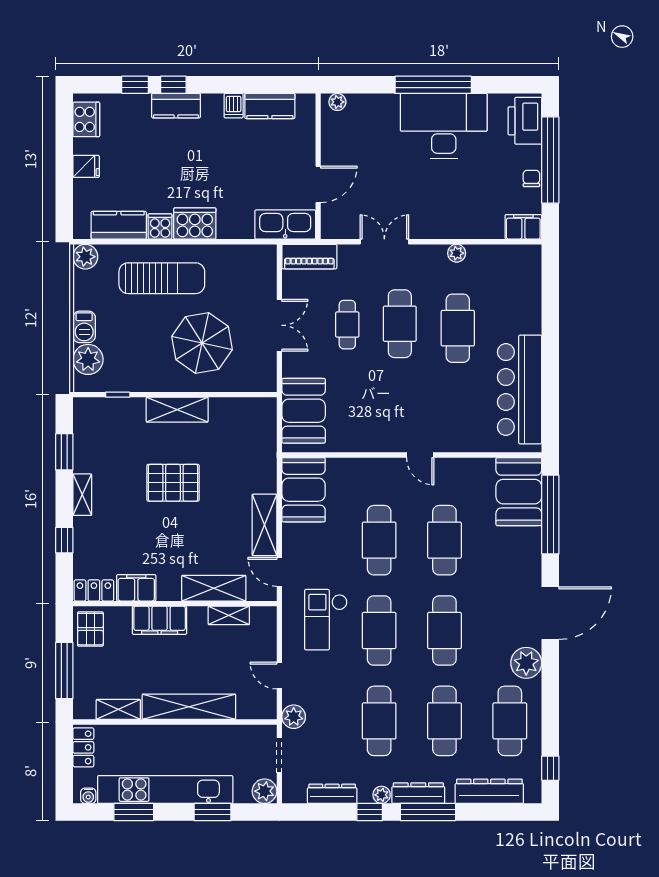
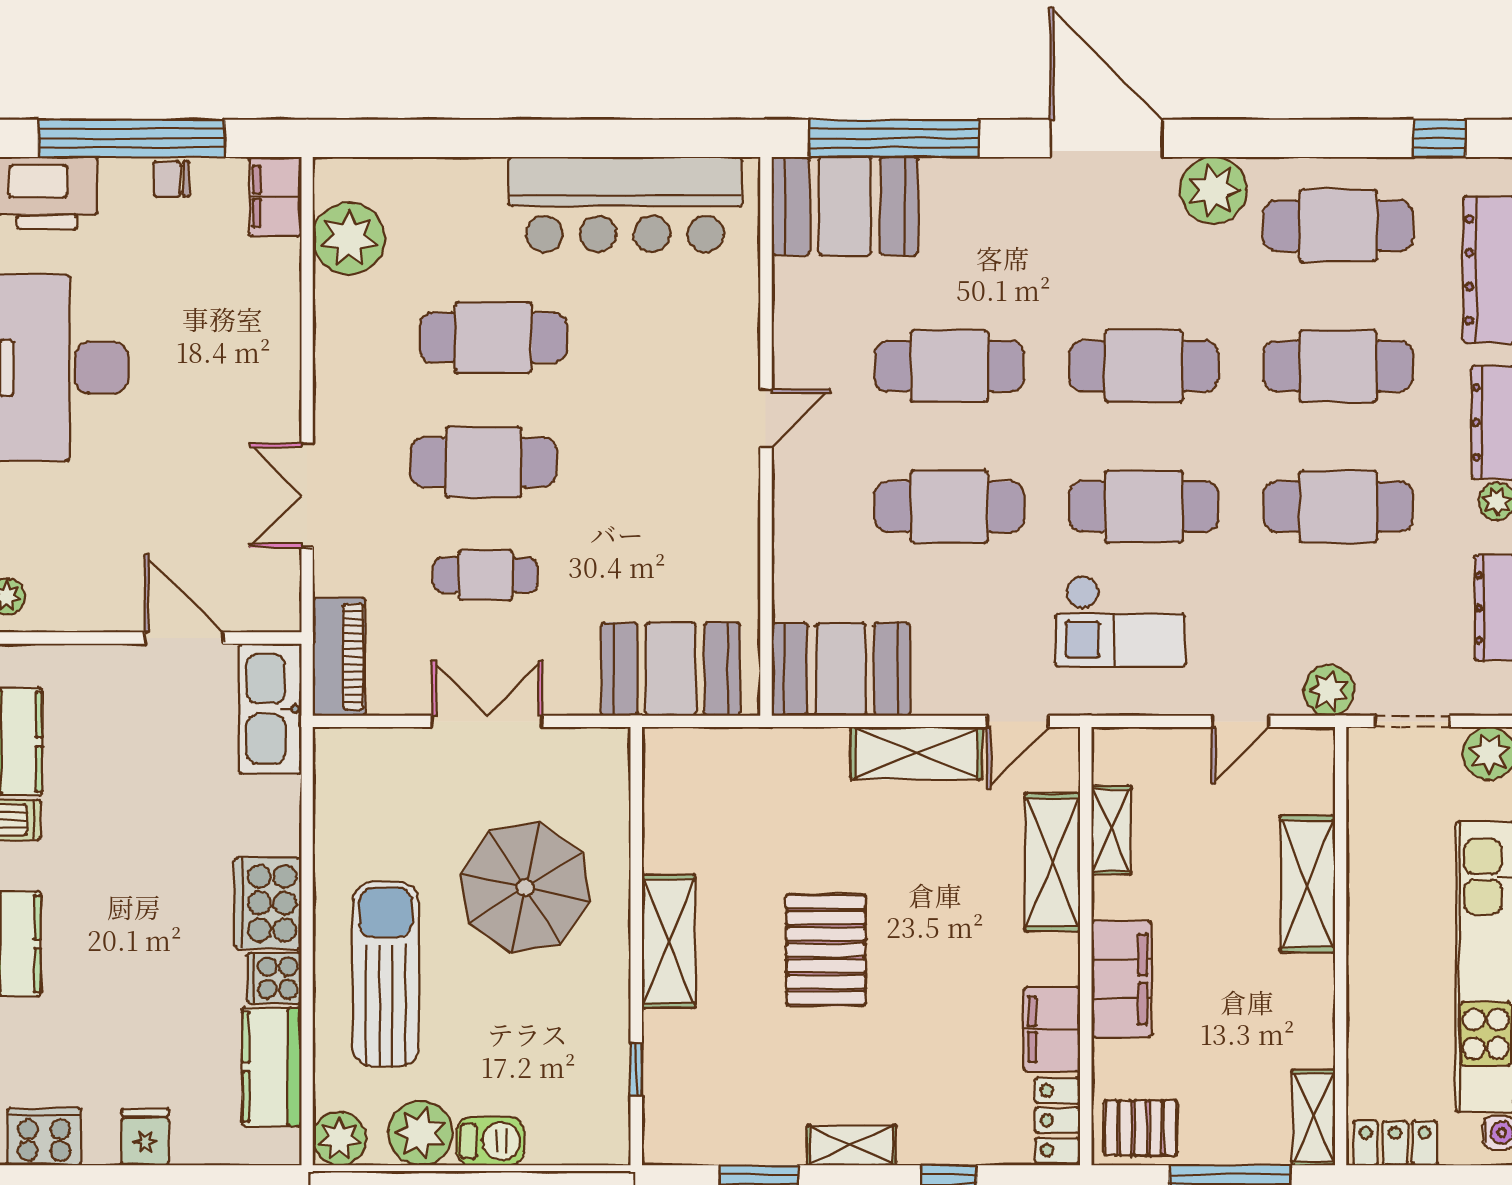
plant: (457, 253) -> (349, 238), moved, width x1.88, depth x1.88
plant: (88, 359) -> (420, 1133), moved
shelving: (189, 707) -> (1308, 884), width x0.68
shelving: (118, 709) -> (1314, 1118), moved

